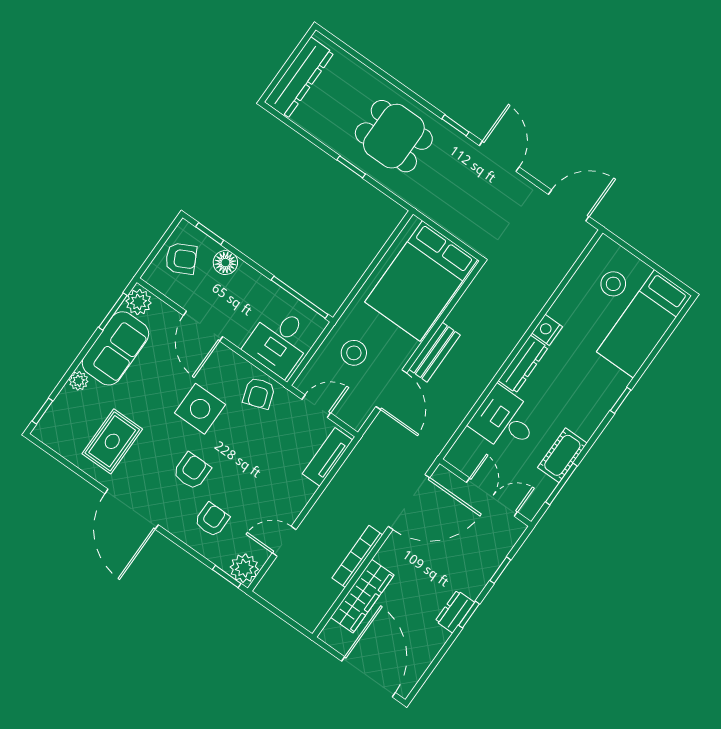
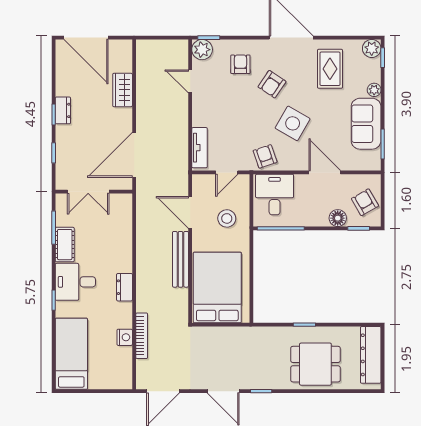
dining table: (394, 136) -> (315, 364), moved
armchair: (181, 259) -> (365, 202), turned 87
stool: (613, 284) -> (105, 364), removed
plant: (139, 302) -> (372, 48), moved
nightstand: (547, 330) -> (125, 337), moved
bench: (435, 352) -> (180, 259), width x1.36
dresser: (523, 364) -> (125, 287), width x0.70
side table: (200, 409) -> (293, 123), turned 30
desk: (505, 420) -> (75, 282), moved, turned 180
armchair: (192, 471) -> (272, 84), turned 34
armchair: (212, 520) -> (240, 64), turned 180
door: (284, 541) -> (190, 81), swing flipped
bookcase: (357, 556) -> (142, 336), moved
wardrobe: (362, 596) -> (123, 90), width x0.67

